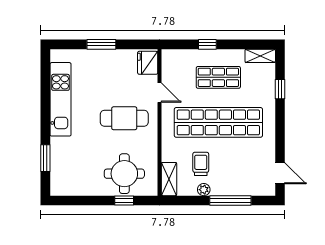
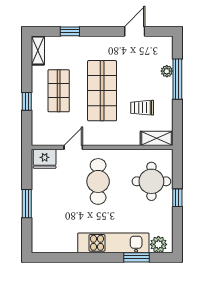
kitchen unit: (60, 99) -> (113, 243), moved
shop shelf: (218, 122) -> (102, 91), width x0.71
door: (280, 173) -> (135, 31), moved
plant: (59, 181) -> (158, 244), added
plant: (204, 190) -> (167, 71), moved
window: (124, 200) -> (177, 198), moved

